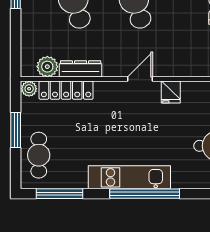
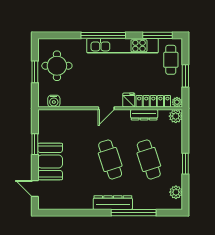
plant: (47, 67) -> (176, 116), moved
fridge: (171, 92) -> (129, 100), moved
kitchen unit: (129, 177) -> (123, 46), width x1.36

